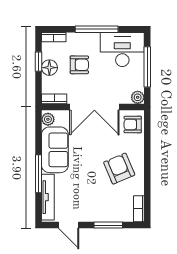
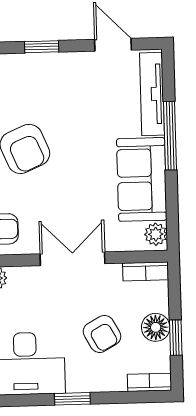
window: (97, 29) -> (72, 399), width x0.46
armchair: (79, 65) -> (102, 334), turned -119
double door: (94, 107) -> (72, 259), width x0.73
window: (108, 225) -> (42, 47), width x0.67

